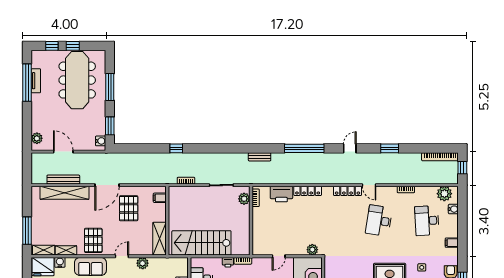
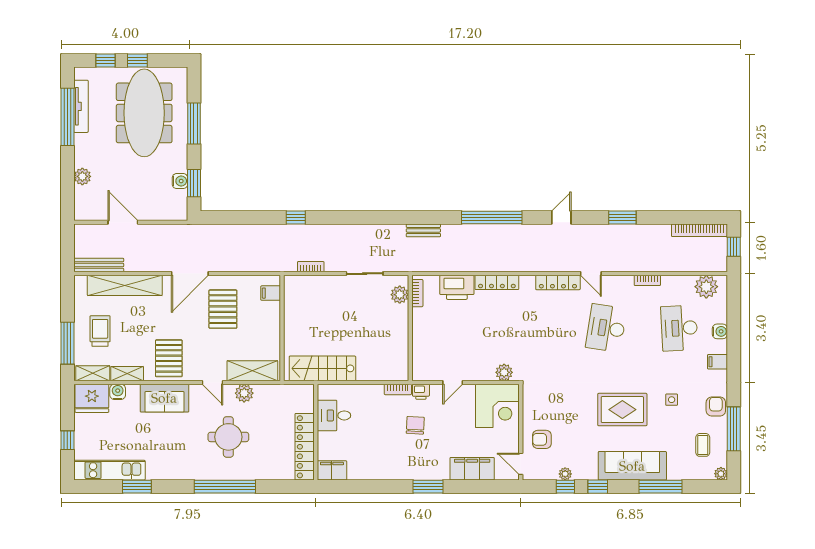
tv unit: (36, 81) -> (81, 106), width x1.41
plant: (37, 138) -> (82, 176), moved
water cooler: (101, 141) -> (180, 181), moved
bench: (63, 179) -> (99, 265), moved
water cooler: (453, 209) -> (720, 331), moved
trolley: (48, 223) -> (100, 331), added
shelving: (160, 239) -> (252, 371), moved, turned 90
stairs: (201, 243) -> (322, 368), width x0.73, depth x0.66
door: (122, 256) -> (212, 383), swing flipped
printer: (228, 262) -> (421, 392), moved

